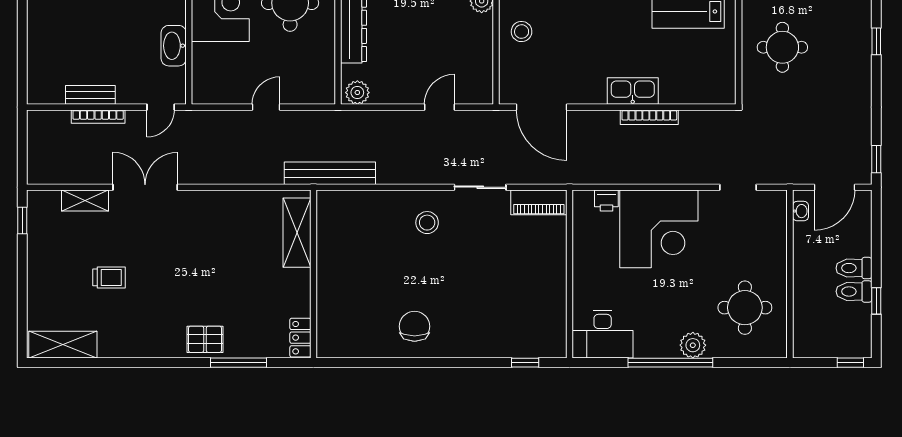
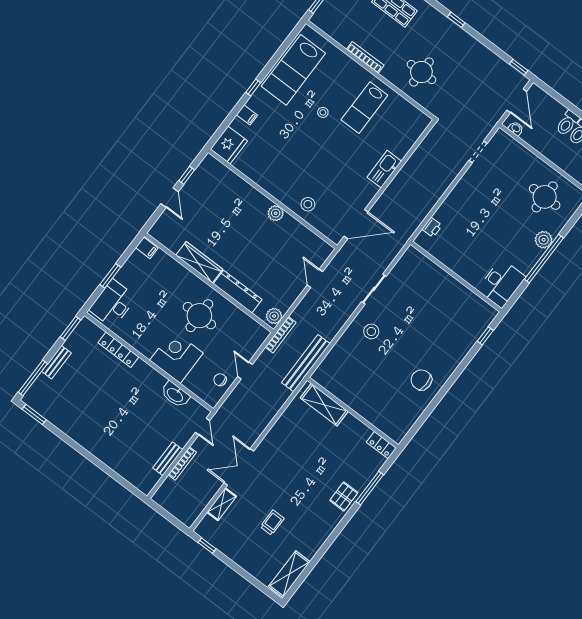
chair: (232, 86) -> (220, 380), added
bookcase: (649, 117) -> (281, 335), moved
piano: (539, 202) -> (406, 264), removed
corner desk: (659, 229) -> (468, 211), removed

